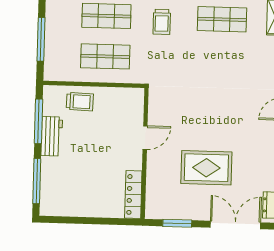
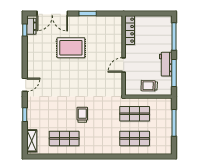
trolley: (162, 22) -> (82, 115), moved
door: (145, 138) -> (124, 65), moved
wall: (145, 153) -> (124, 55), moved
locker: (133, 195) -> (130, 30), moved

